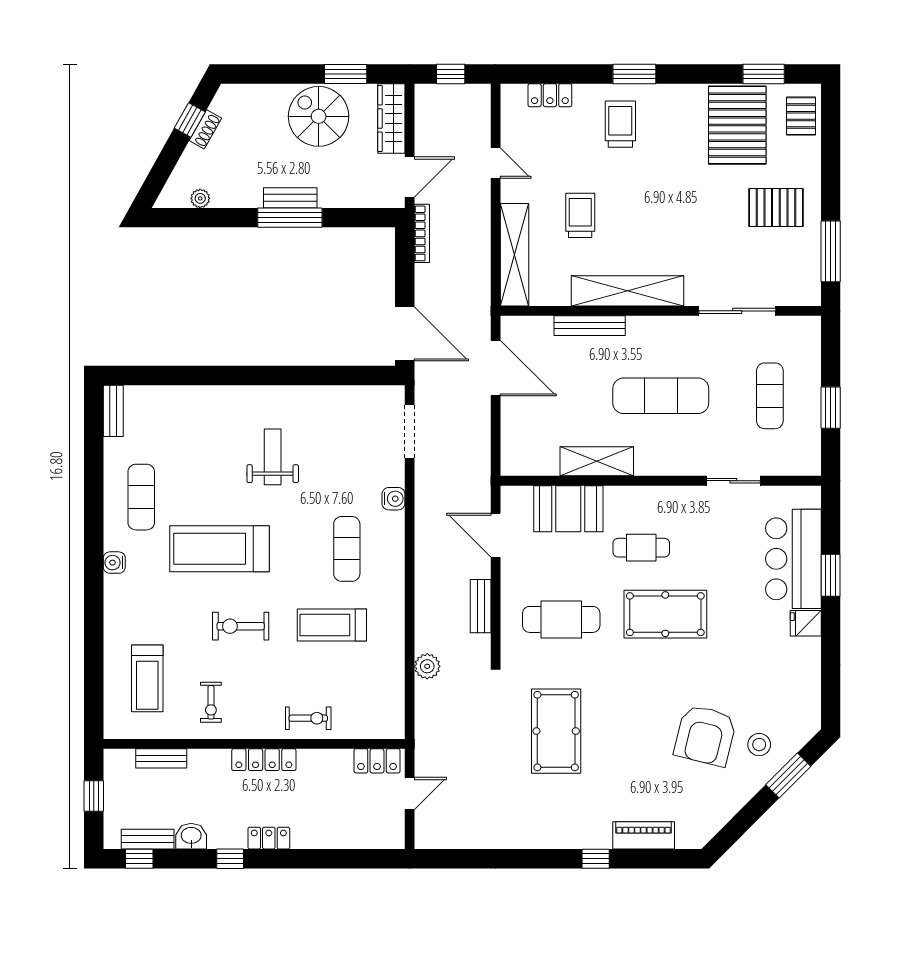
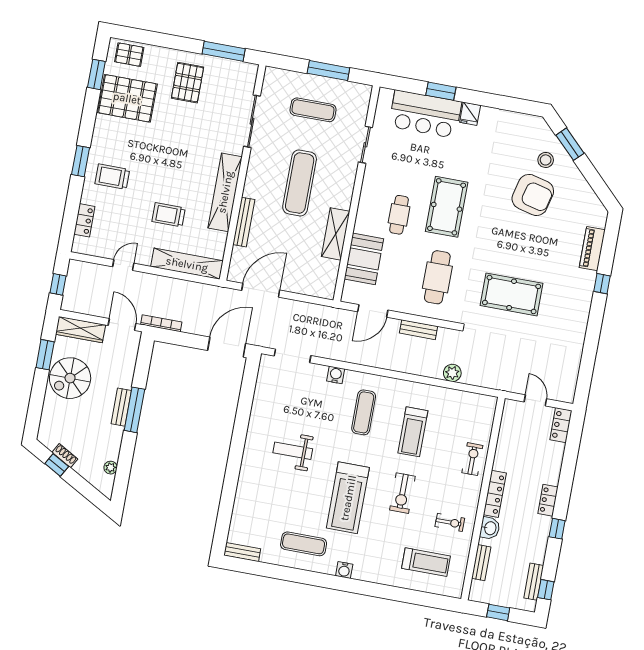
window: (831, 408) -> (328, 71), width x1.44
exercise mat: (347, 549) -> (364, 412), turned 90
locker: (377, 761) -> (561, 425), moved, turned 180
washbasin: (191, 836) -> (490, 528), moved, turned 180

